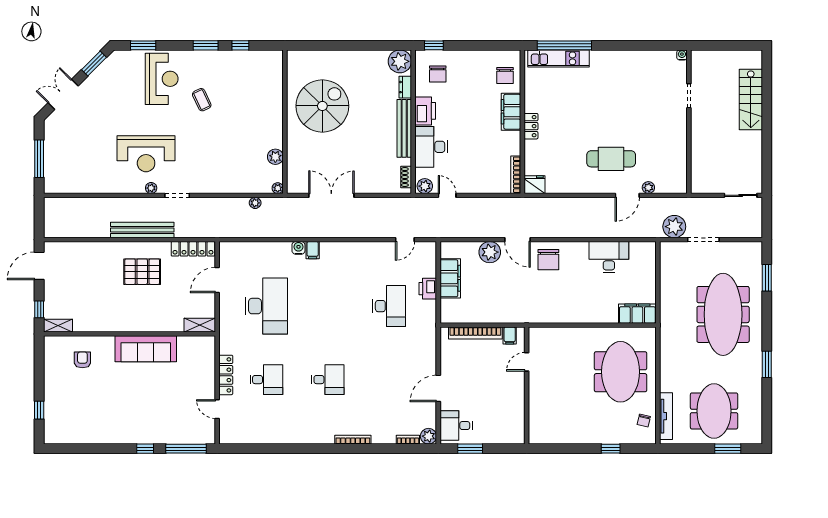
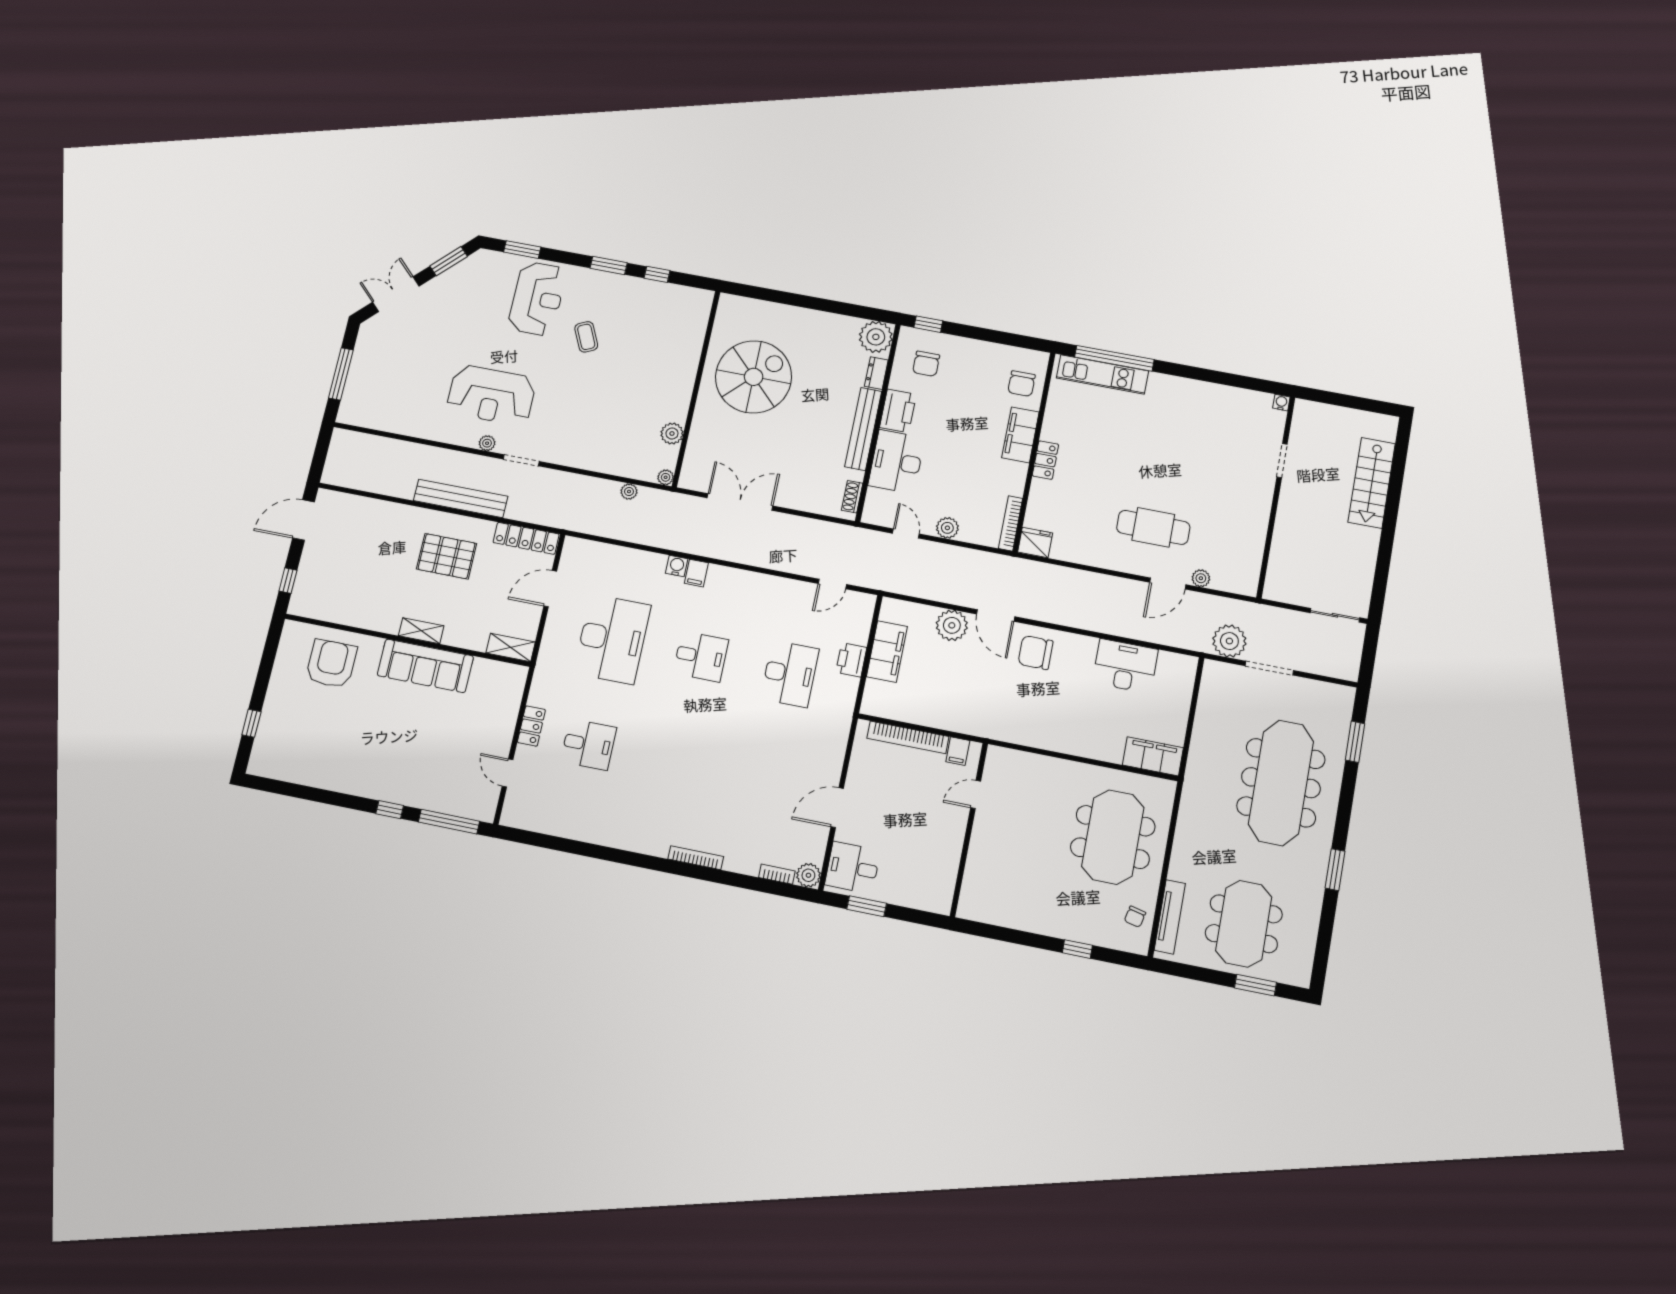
plant: (425, 186) -> (947, 528), moved
chair: (548, 260) -> (1035, 652), turned 90
shelving: (58, 326) -> (421, 631), moved
armchair: (82, 360) -> (331, 664), width x1.88, depth x1.88
locker: (226, 375) -> (531, 726), width x0.66
desk: (328, 380) -> (701, 656), moved

